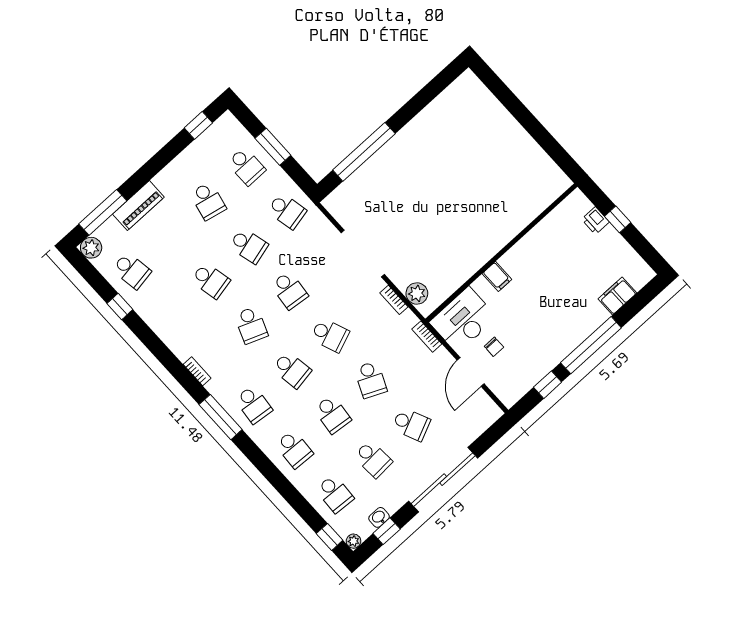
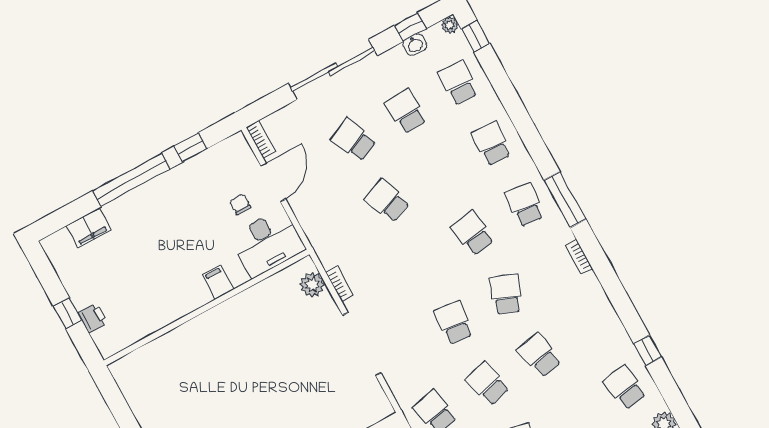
school desk: (330, 335) -> (420, 262), removed
bookcase: (427, 337) -> (261, 139), moved
school desk: (371, 380) -> (387, 201), turned -45
school desk: (332, 414) -> (439, 172), removed

